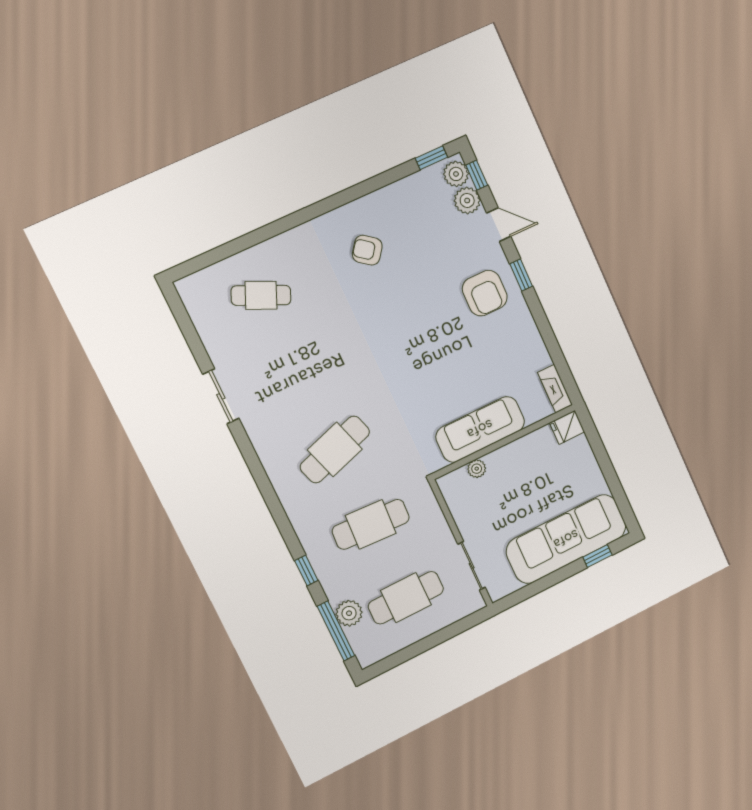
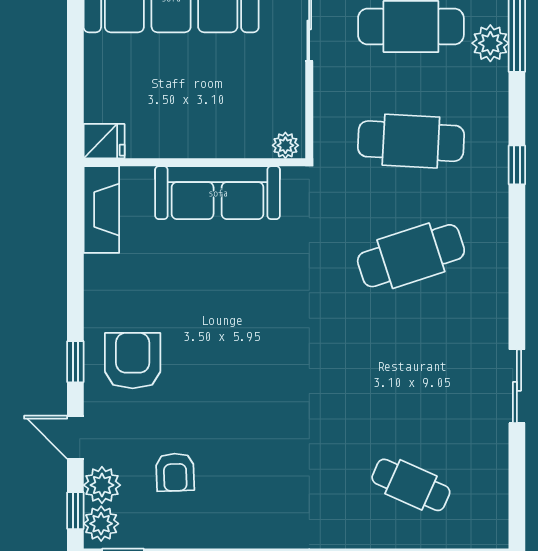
armchair: (367, 250) -> (175, 472), moved, turned 51
fireplace: (555, 389) -> (101, 210), width x1.37, depth x1.32
plant: (477, 469) -> (285, 145), moved
window: (306, 571) -> (517, 165), moved

